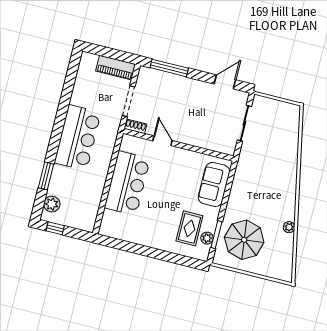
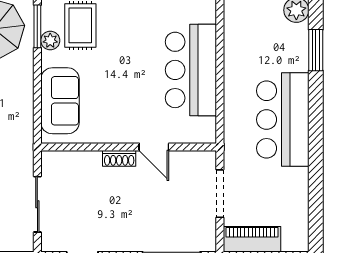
shoe rack: (135, 126) -> (119, 158), moved
plant: (207, 238) -> (50, 41), moved

